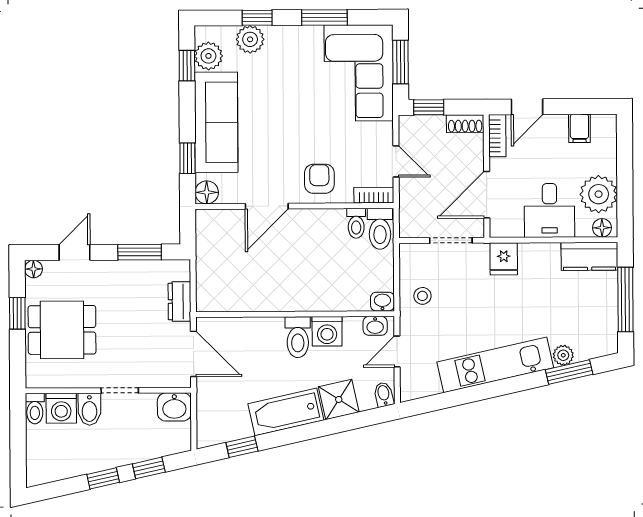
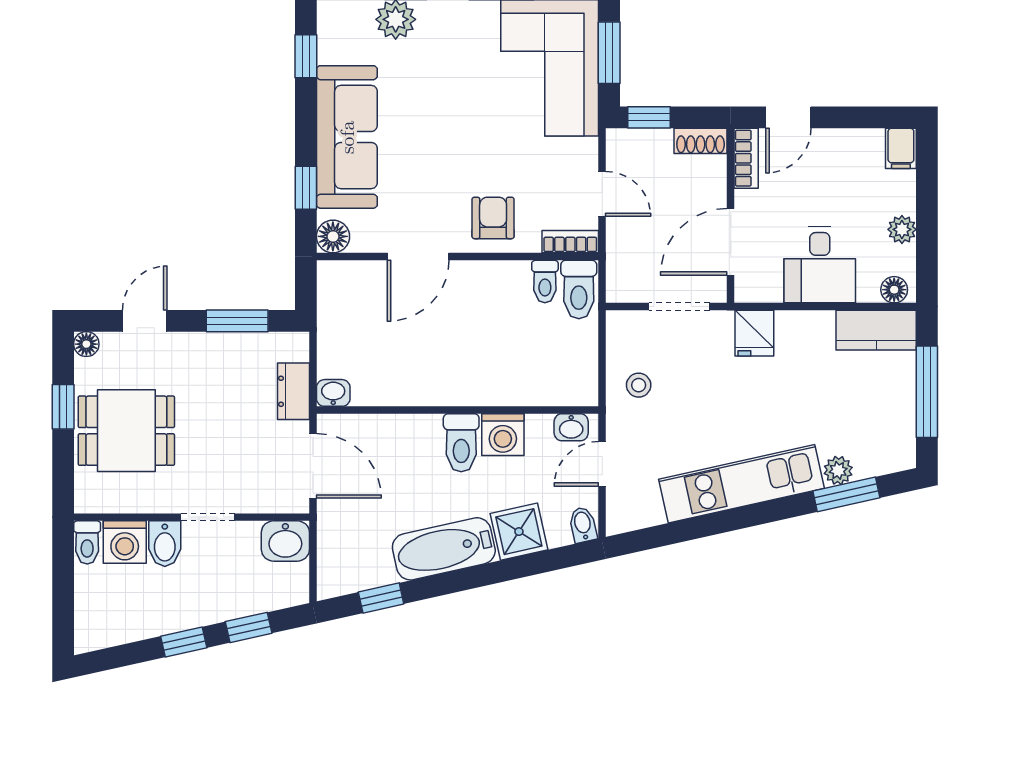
plant: (208, 56) -> (336, 43), removed
filing cabinet: (579, 128) -> (901, 148), moved
plant: (599, 194) -> (902, 229), width x0.53, depth x0.53
washbasin: (382, 302) -> (333, 393), moved

